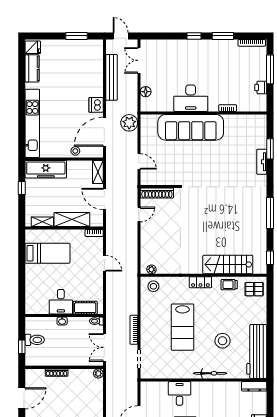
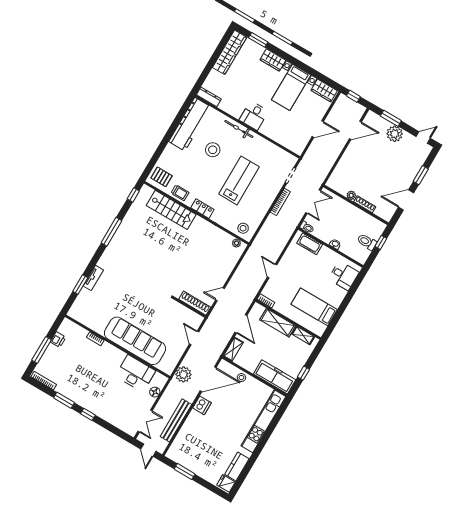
desk: (191, 98) -> (135, 373), moved
desk: (61, 302) -> (344, 276), moved, turned 90
plant: (98, 373) -> (351, 195), moved
desk: (180, 393) -> (254, 116), moved

